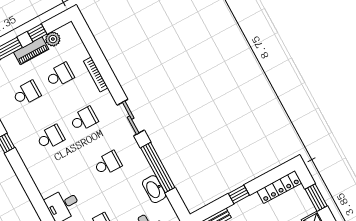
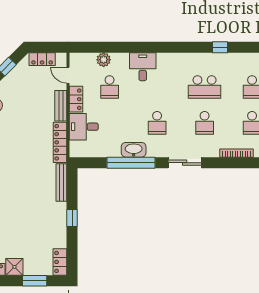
school desk: (51, 137) -> (205, 87), width x1.85
locker: (279, 187) -> (60, 262), width x0.66
washbasin: (154, 189) -> (134, 150), moved

